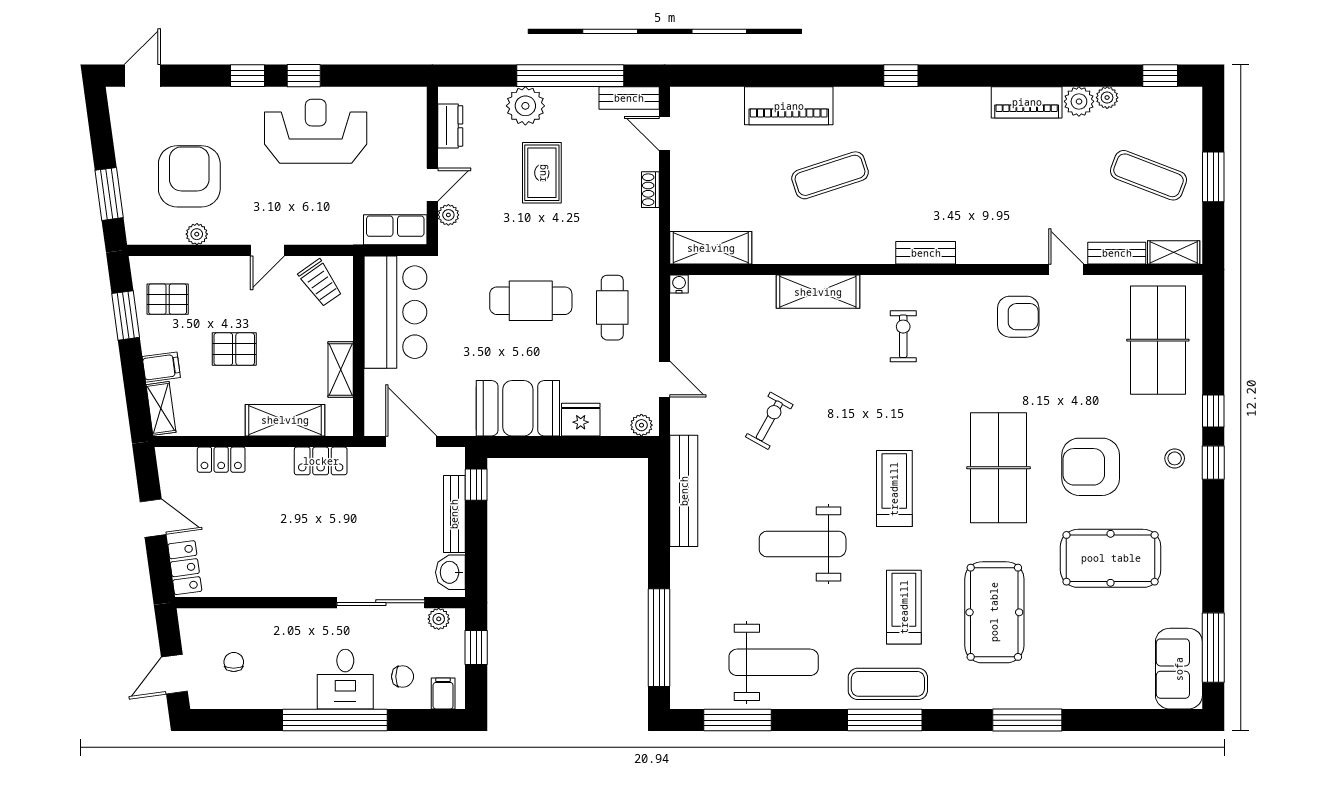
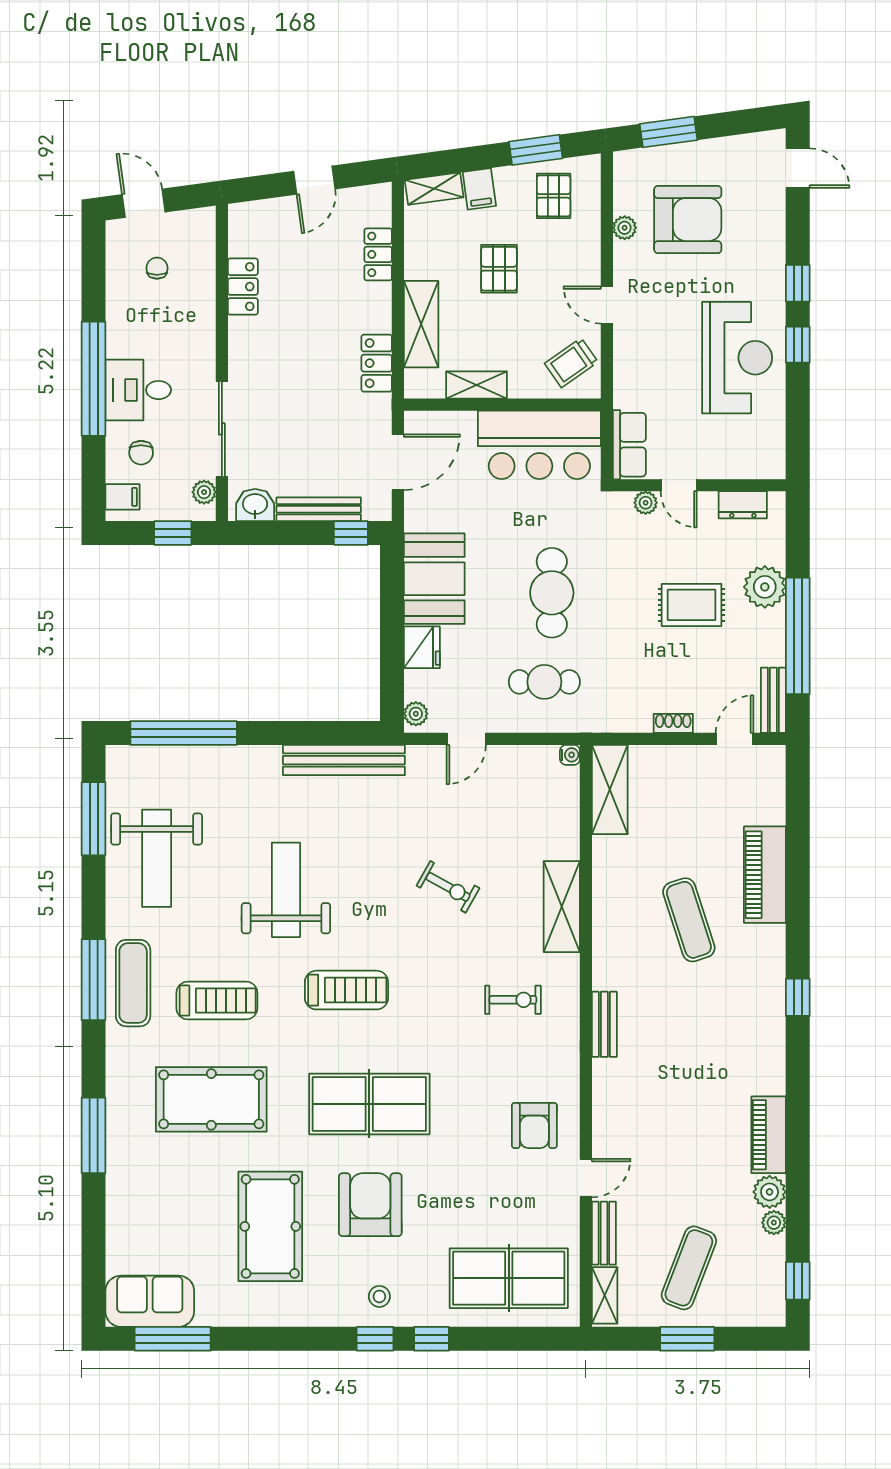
exercise bike: (769, 421) -> (448, 887), moved
locker: (185, 568) -> (243, 287), moved, turned -82
chair: (234, 662) -> (157, 268), turned -90

